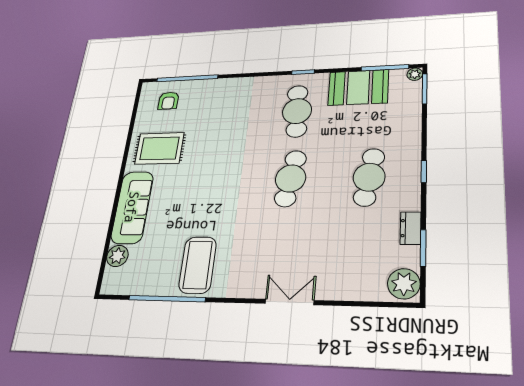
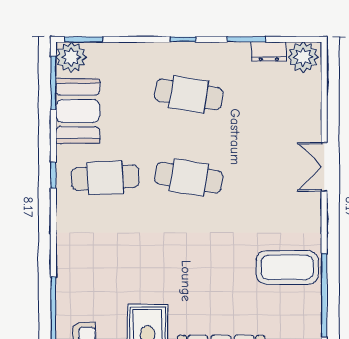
plant: (415, 74) -> (71, 57), width x1.88, depth x1.88
dresser: (411, 228) -> (269, 52), moved
window: (423, 248) -> (246, 39), moved

